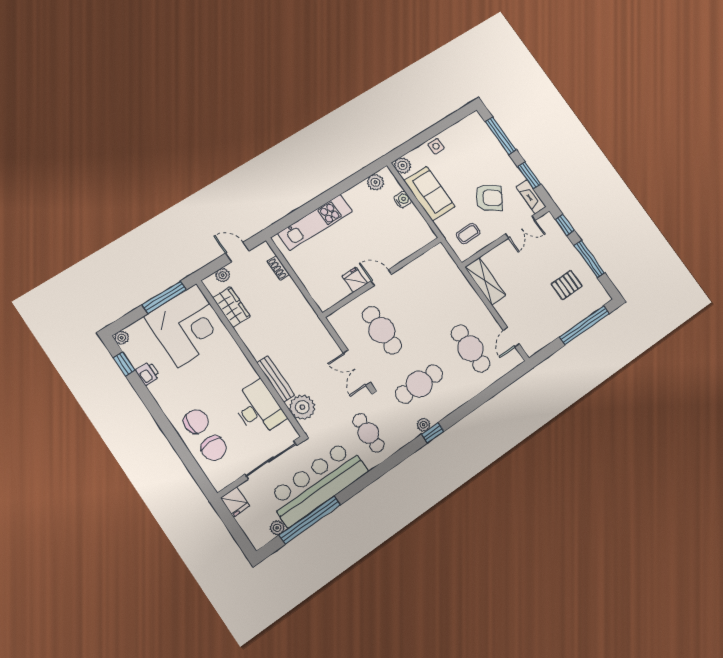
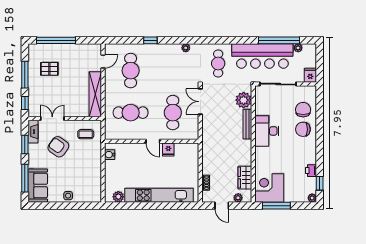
plant: (403, 165) -> (96, 197), removed
sofa: (429, 194) -> (38, 186), moved, turned 180
water cooler: (403, 199) -> (110, 155), moved
kitchen unit: (315, 222) -> (159, 195), width x1.36
shelving: (485, 281) -> (95, 94), width x1.47
corner desk: (187, 325) -> (269, 188), width x0.74, depth x0.74
double door: (357, 368) -> (200, 102), swing flipped
cafe table: (419, 384) -> (131, 113), moved
desk: (258, 408) -> (267, 131), moved
window: (433, 433) -> (150, 40), moved

